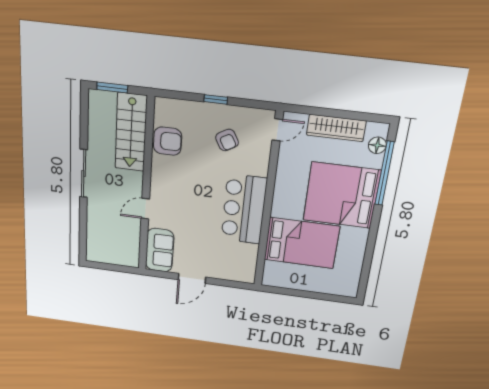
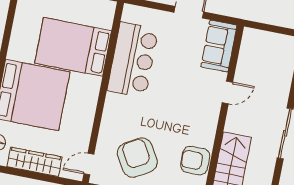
armchair: (227, 140) -> (137, 158), width x1.88, depth x1.88
bar counter: (244, 209) -> (133, 60), moved

